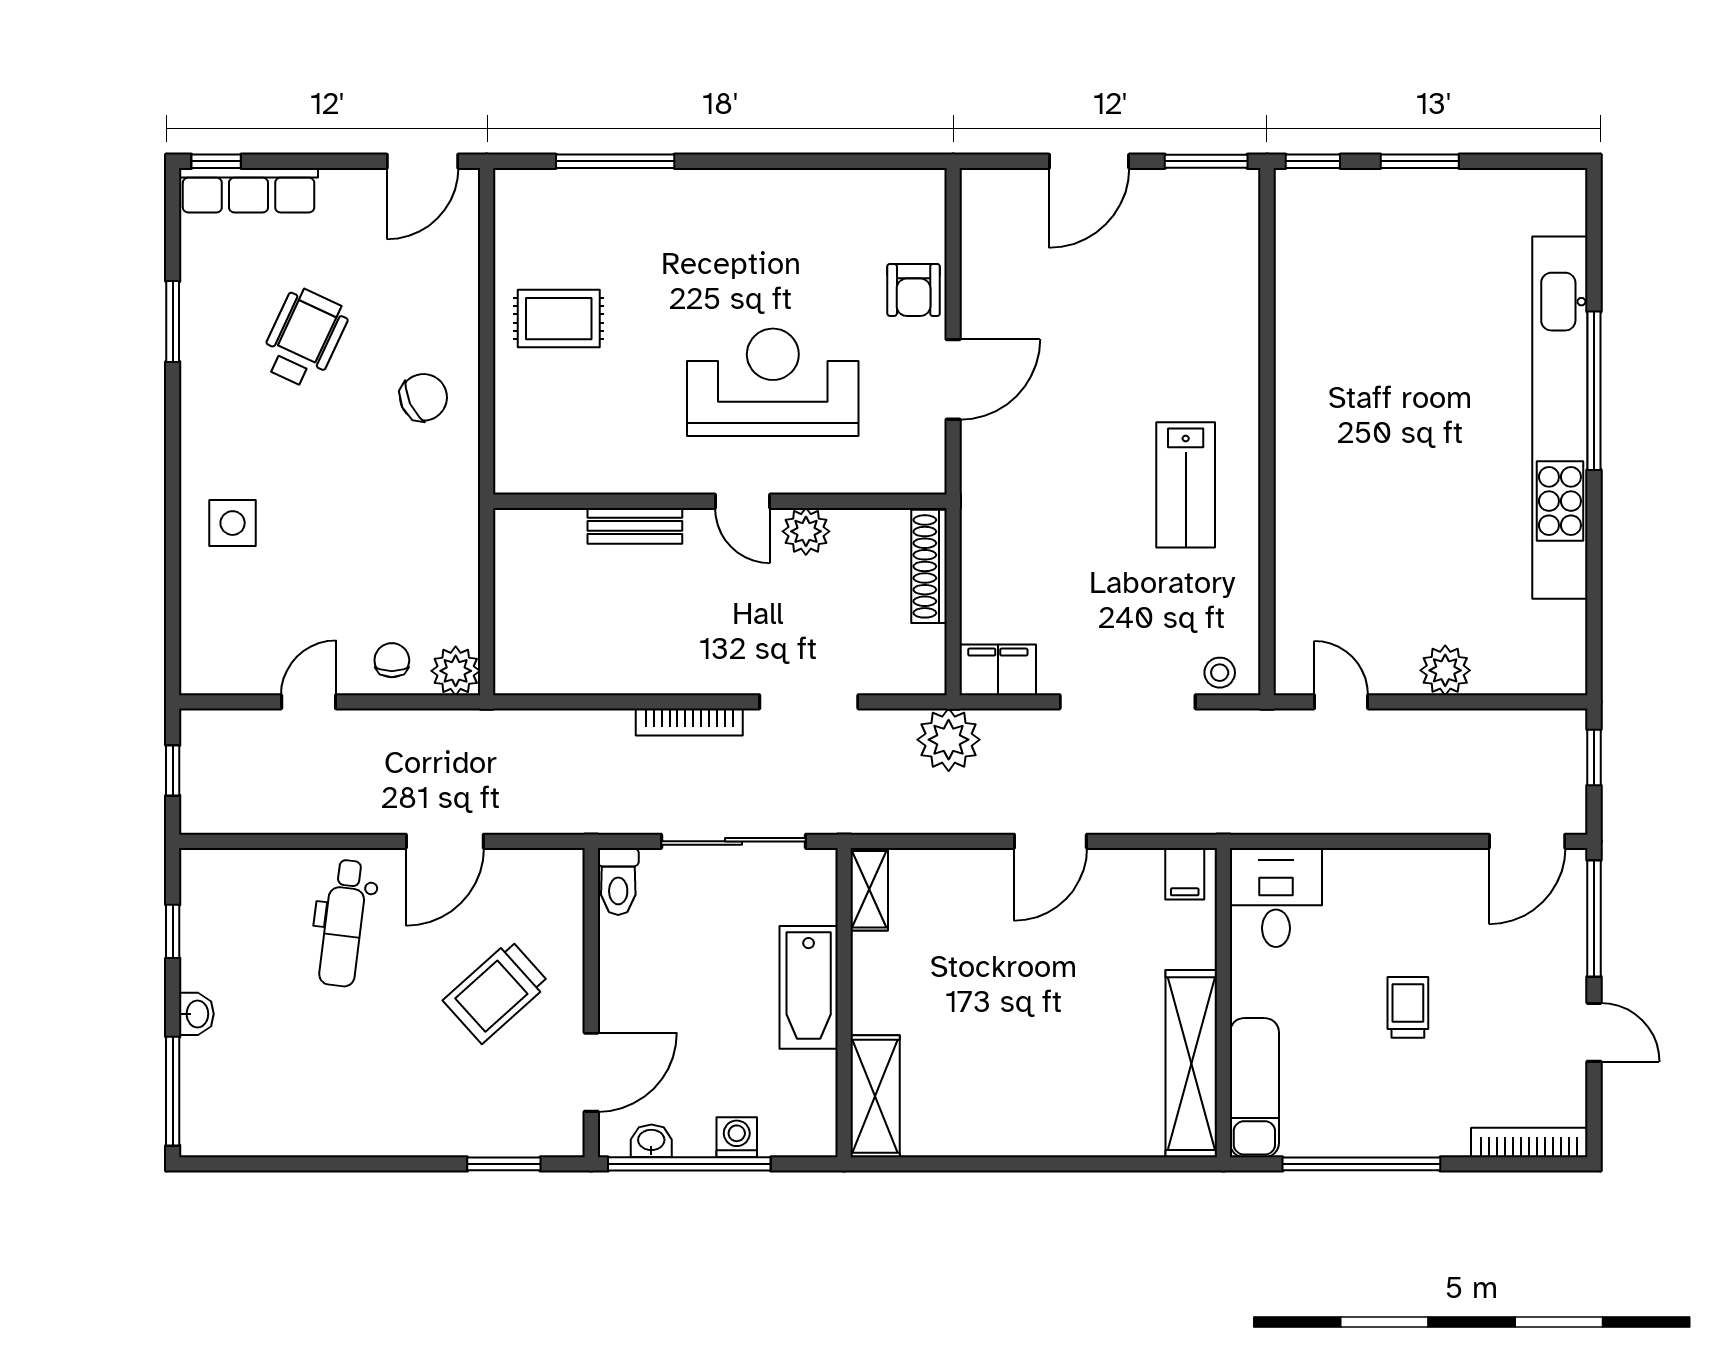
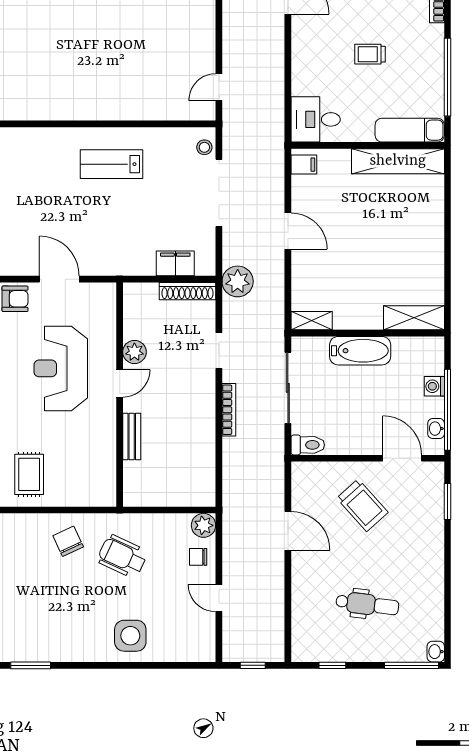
wheelchair: (304, 338) -> (122, 556), moved
lab bench: (1186, 485) -> (111, 164), turned 180
side table: (233, 523) -> (130, 636), width x1.37, depth x1.37
shoe rack: (929, 566) -> (187, 291), moved
filing cabinet: (998, 670) -> (175, 263), moved, turned 90
plant: (1445, 670) -> (203, 36), removed
doorway: (809, 702) -> (219, 351), width x0.73
dental chair: (343, 923) -> (367, 604), moved
washbasin: (196, 1014) -> (436, 652), moved, turned -90

